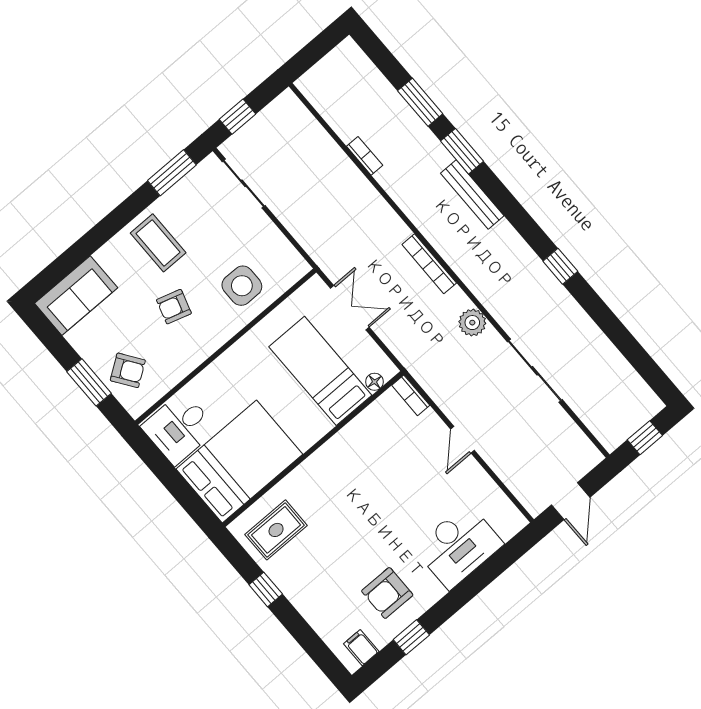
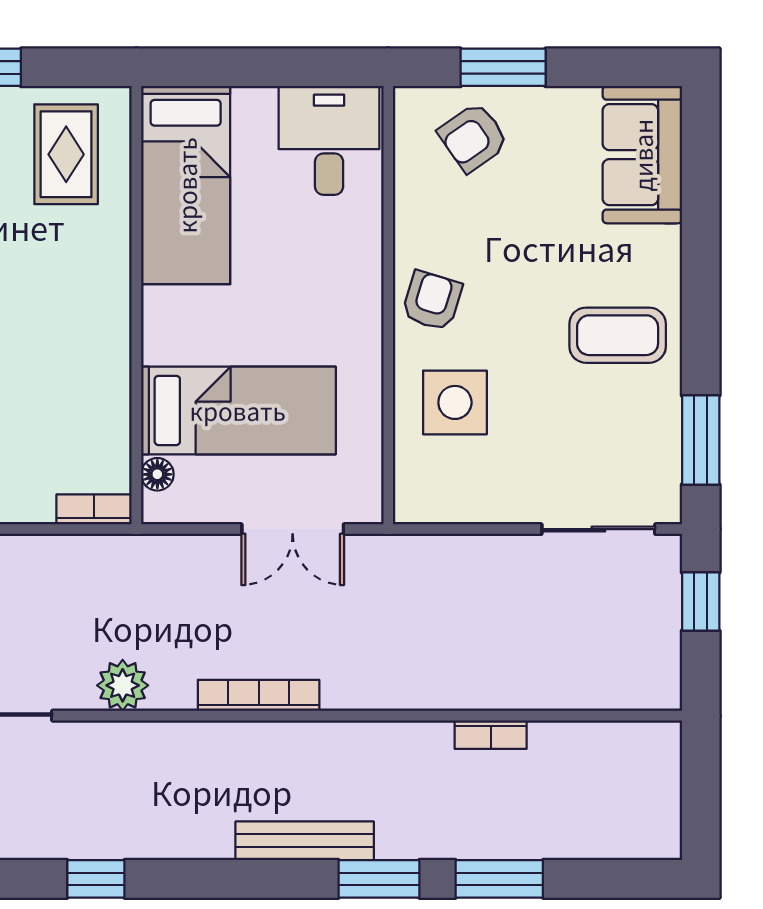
armchair: (174, 307) -> (432, 301), moved
bed: (239, 462) -> (186, 185), width x0.67

